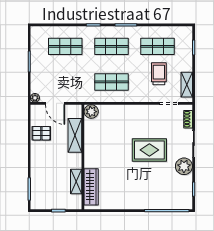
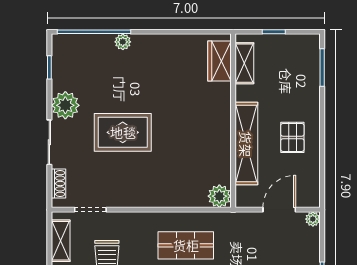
door: (55, 103) -> (279, 210), hinge flipped
pallet: (41, 133) -> (292, 137), moved, turned 90
shelving: (75, 135) -> (246, 144), width x1.47
shelving: (76, 182) -> (244, 63), moved
wardrobe: (91, 187) -> (220, 61), width x0.67
plant: (149, 204) -> (123, 42), added

